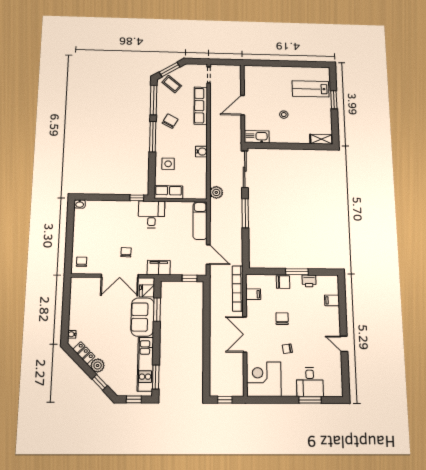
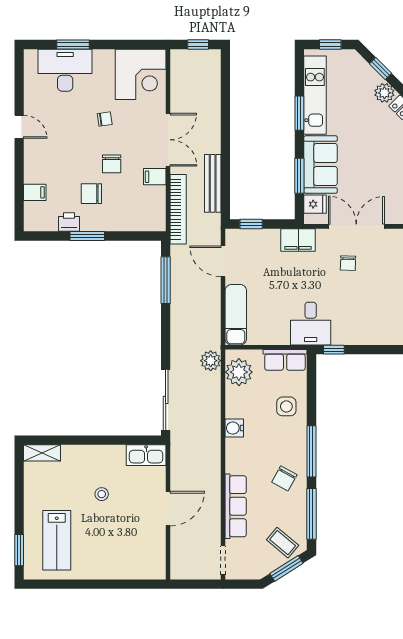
lab bench: (311, 89) -> (57, 540), turned 90
window: (334, 100) -> (19, 550), moved
plant: (198, 185) -> (239, 372), added
window: (245, 213) -> (166, 280), moved
chair: (283, 282) -> (91, 194), moved
filing cabinet: (253, 294) -> (155, 177), moved
bench: (215, 305) -> (213, 183), added
window: (156, 377) -> (299, 113), moved
desk: (310, 382) -> (65, 70), width x1.37

